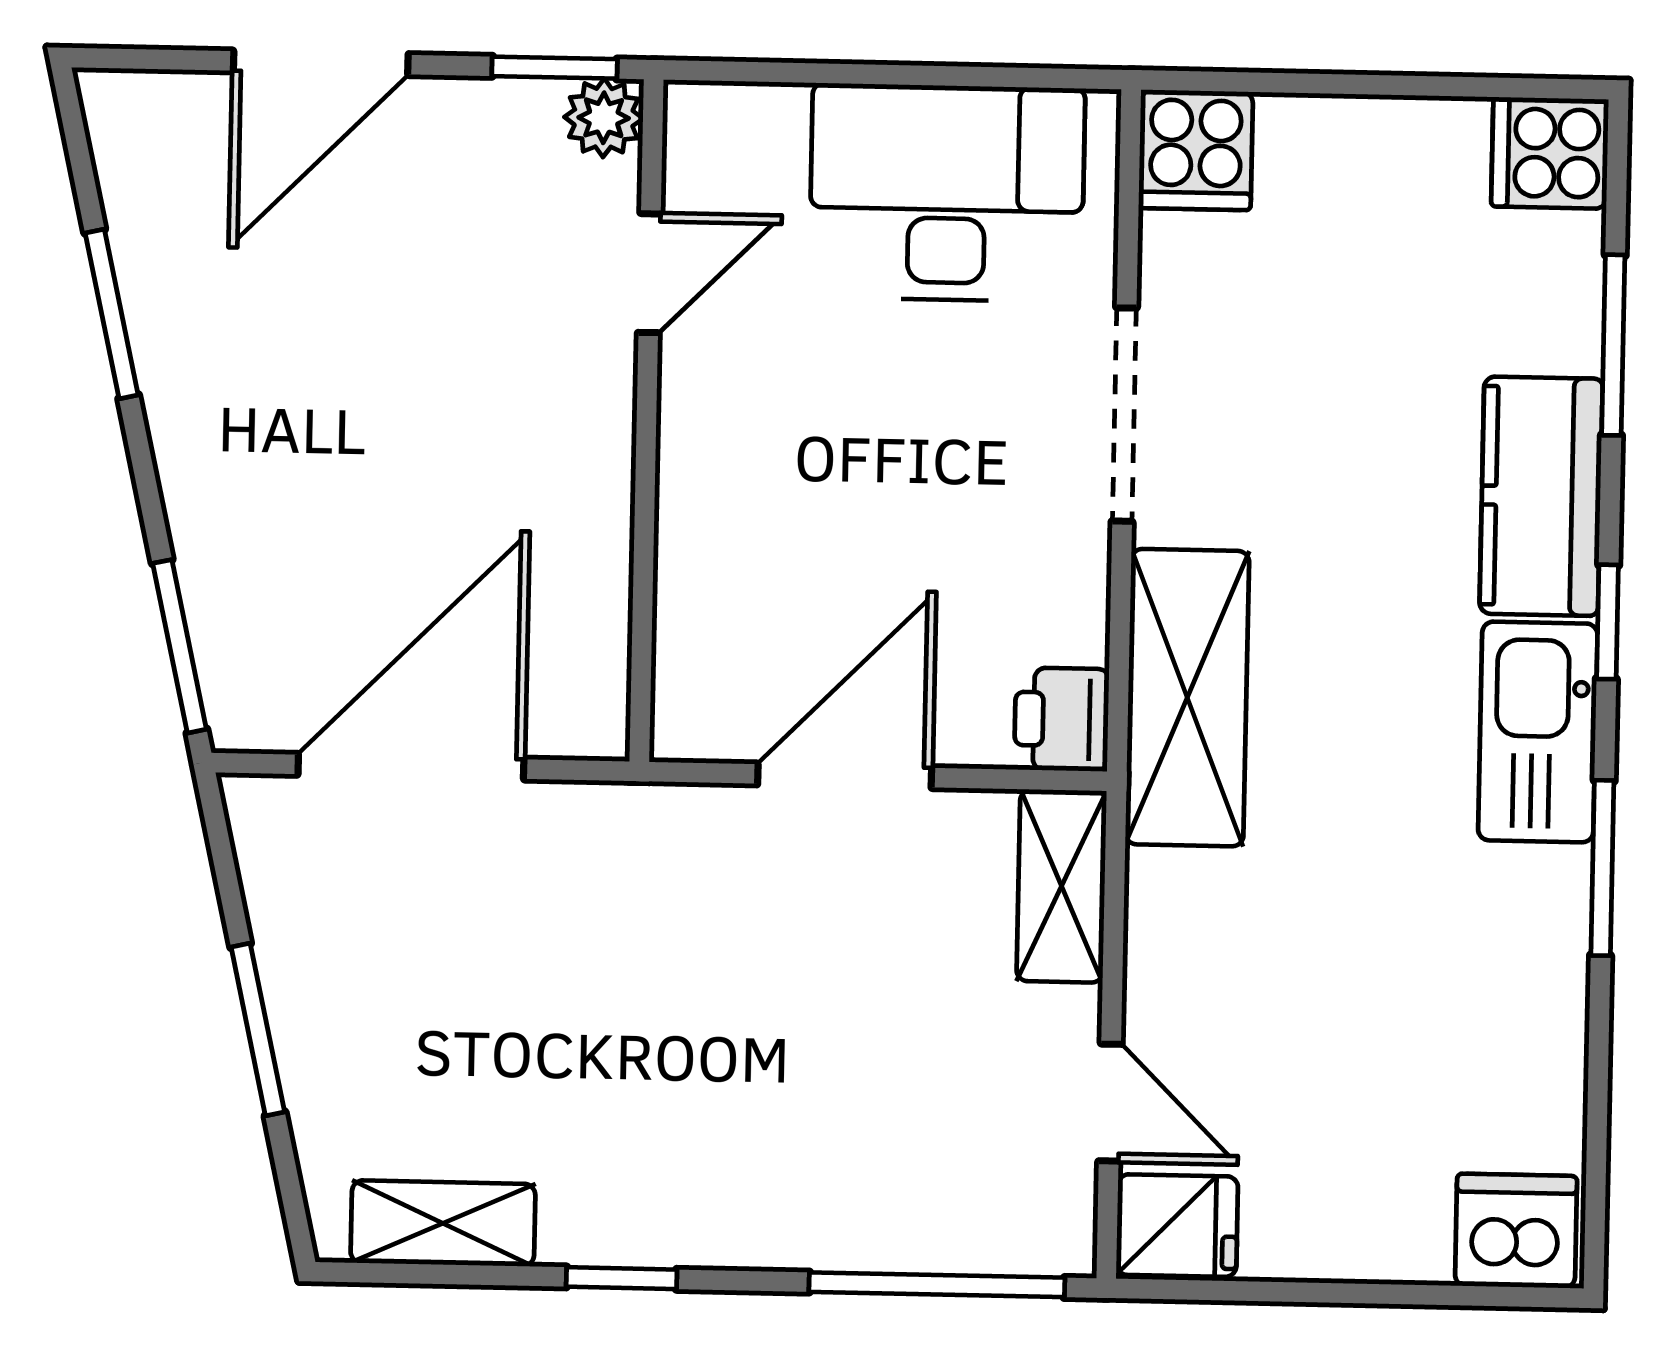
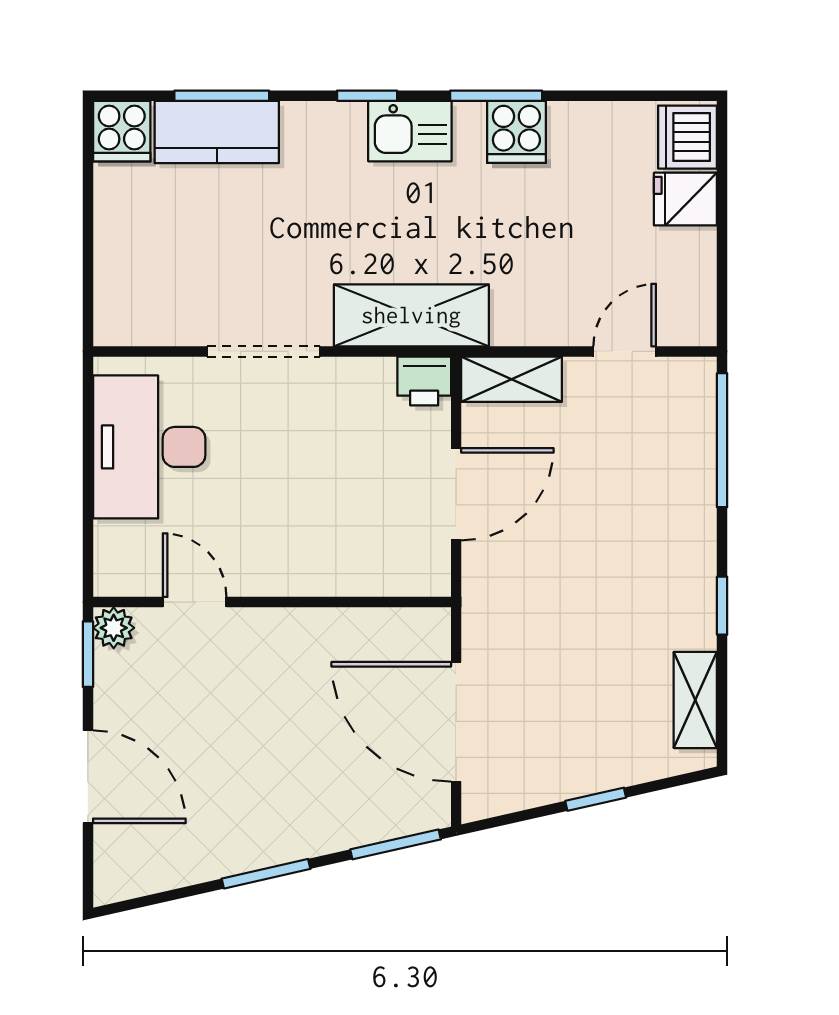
cooker: (1196, 150) -> (516, 132), moved, turned 90
window: (112, 314) -> (266, 874), moved
kitchen counter: (1541, 496) -> (217, 132), moved
kitchen sink: (1538, 732) -> (410, 131), width x0.73
door: (845, 776) -> (456, 494), swing flipped
window: (258, 1030) -> (596, 799), width x0.67
fridge: (1177, 1226) -> (685, 199), moved, turned -90

